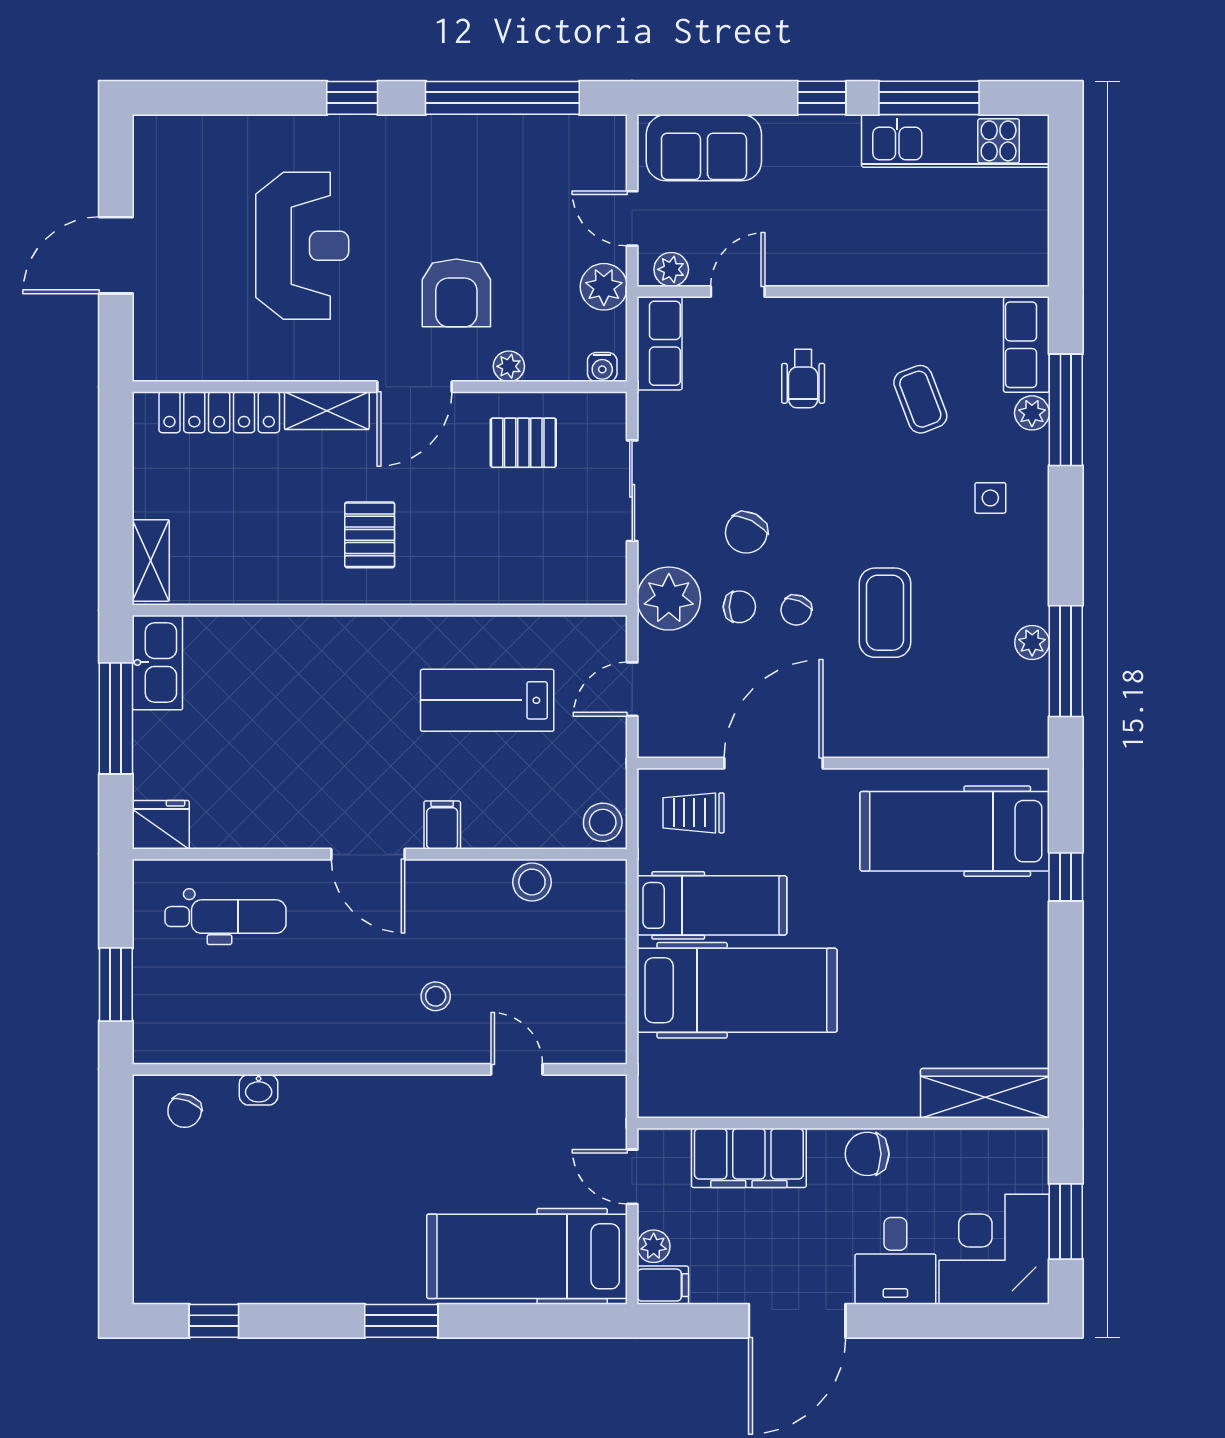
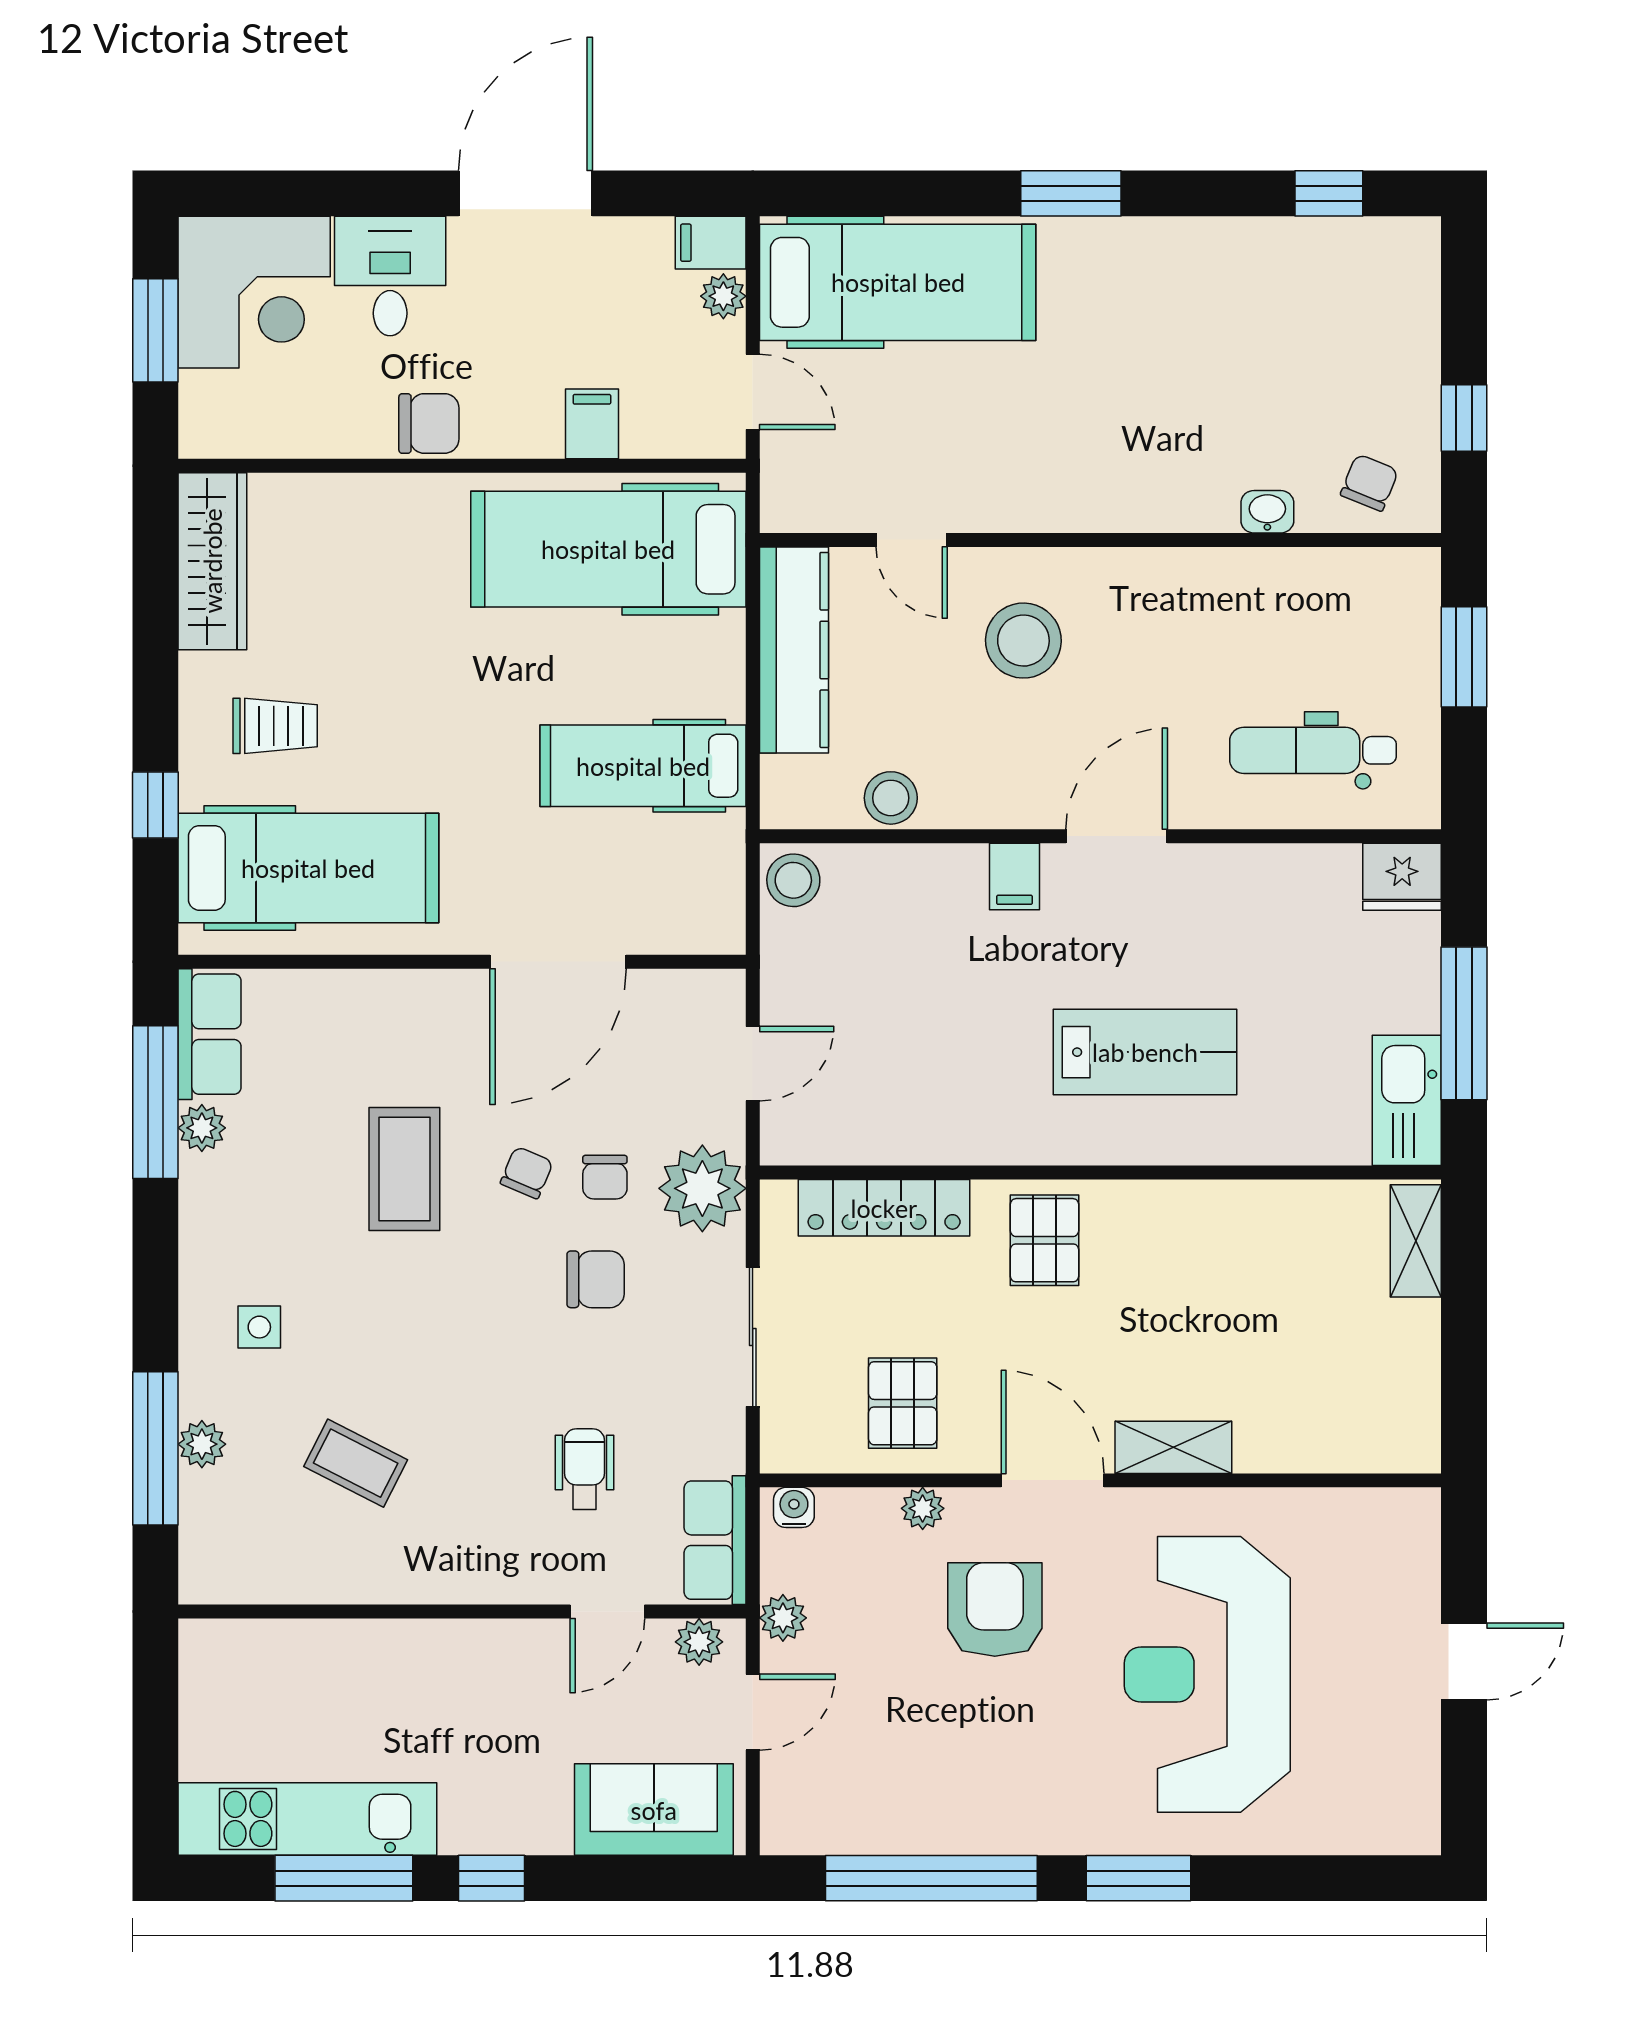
window: (352, 98) -> (1138, 1878), width x1.50
door: (632, 218) -> (753, 1712), hinge flipped
reception desk: (302, 246) -> (1207, 1674), width x1.36, depth x1.30
door: (116, 255) -> (1464, 1661), width x0.73
plant: (604, 287) -> (783, 1618), width x0.73, depth x0.73
row of seats: (1026, 345) -> (210, 1034), moved
wheelchair: (803, 379) -> (584, 1469), moved
door: (414, 387) -> (1053, 1480), hinge flipped
coffee table: (920, 399) -> (356, 1463), turned -42
locker: (219, 412) -> (884, 1208), moved, turned 180
pallet: (523, 443) -> (903, 1403), turned 90
chair: (746, 533) -> (596, 1279), turned 63
pallet: (370, 535) -> (1044, 1240), moved
chair: (739, 607) -> (605, 1177), turned -90
lab bench: (487, 700) -> (1145, 1052), moved
trolley: (694, 813) -> (275, 726), moved
door: (368, 854) -> (1117, 836), hinge flipped
kitchen counter: (602, 989) -> (794, 650), added
hospital bed: (737, 990) -> (608, 549), moved
stool: (436, 996) -> (1023, 641), width x1.89, depth x1.89
wardrobe: (985, 1093) -> (212, 561), moved, turned -90
window: (116, 1158) -> (1464, 418), added
filing cabinet: (749, 1158) -> (592, 424), width x0.33, depth x0.86

